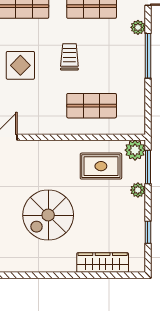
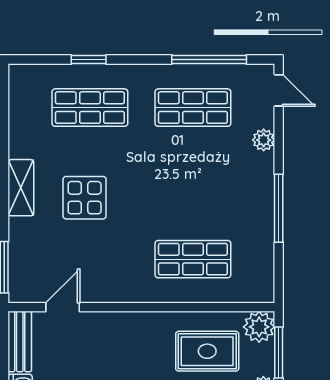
window: (148, 56) -> (279, 208), moved
trolley: (69, 57) -> (159, 185), removed

